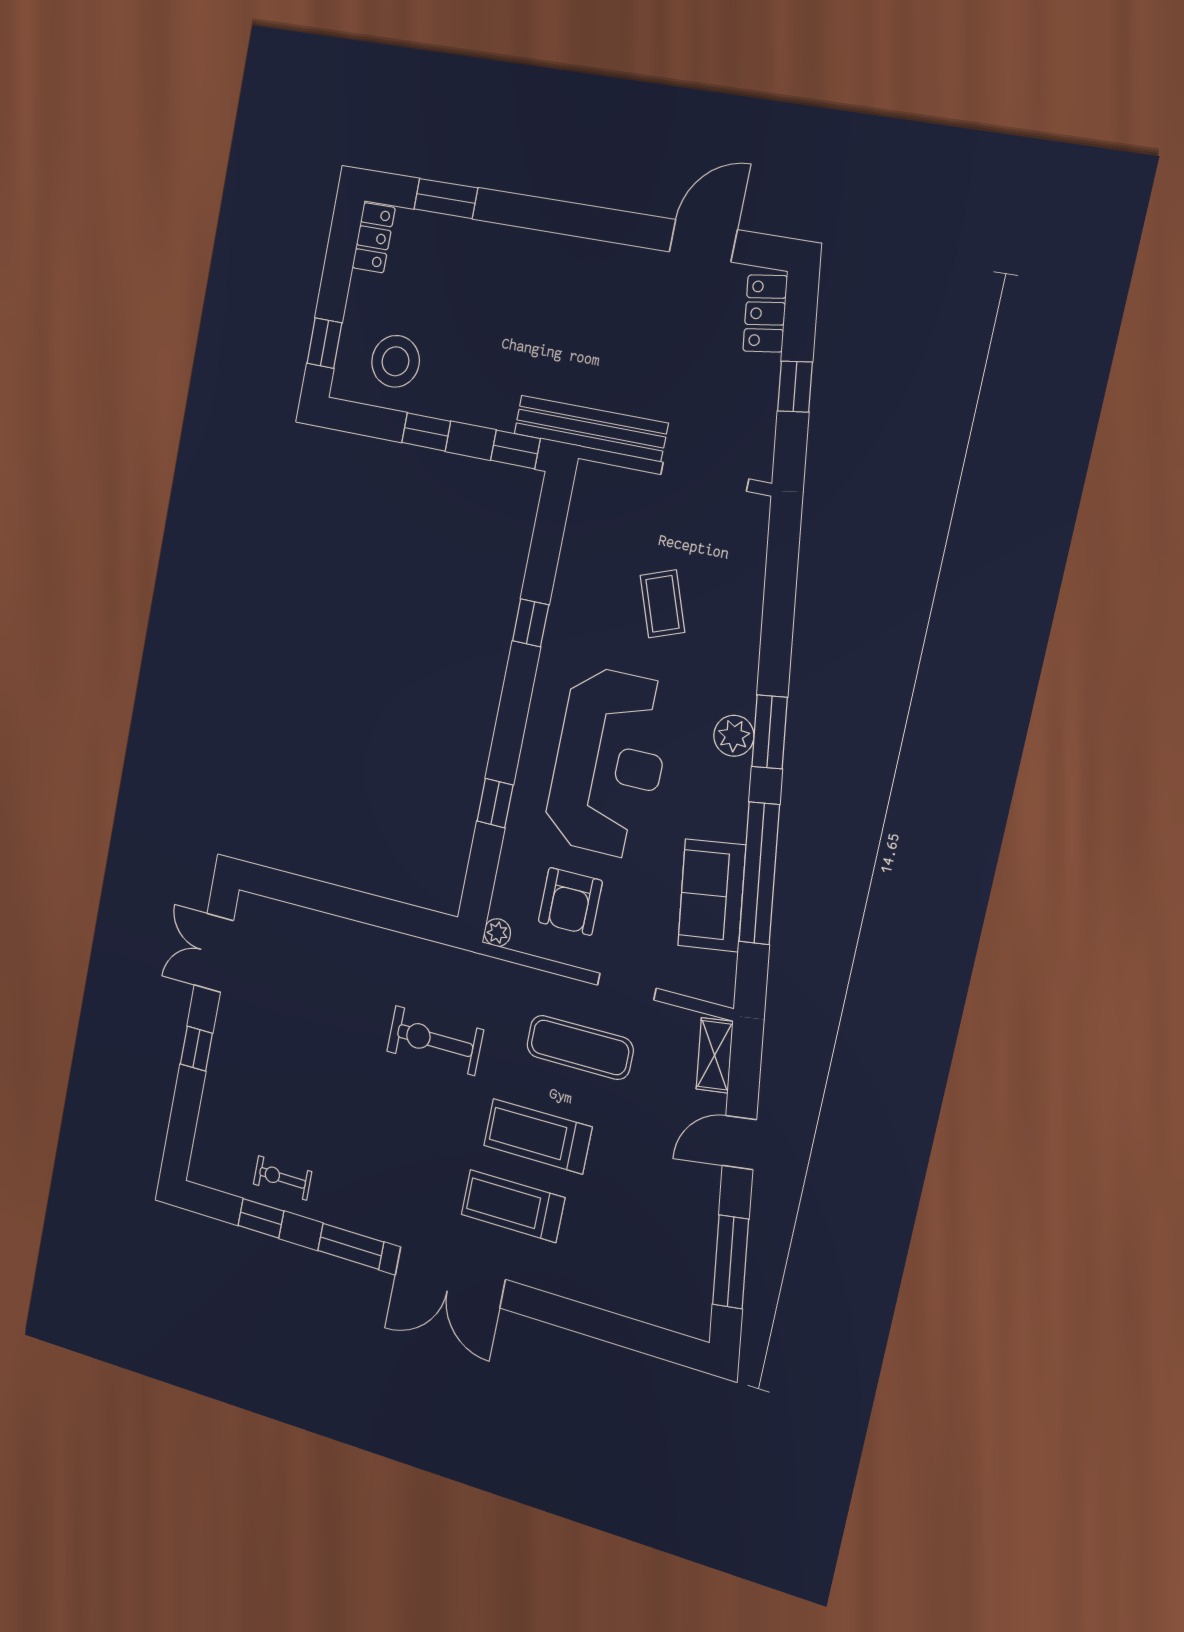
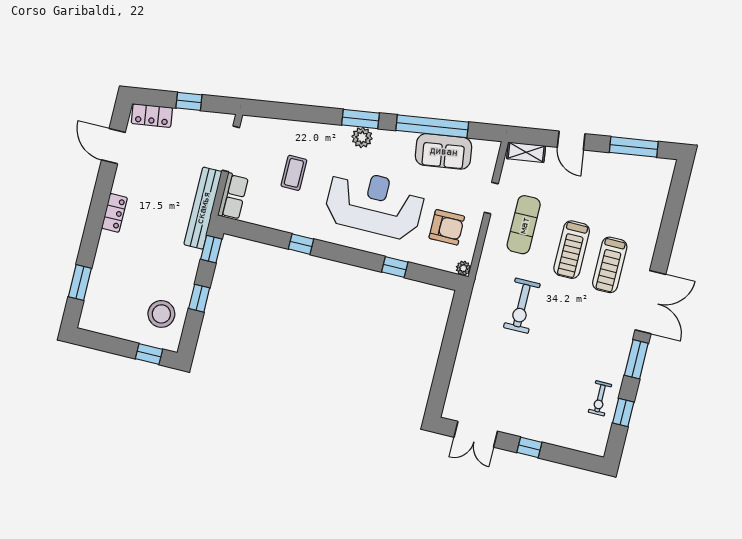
locker: (374, 238) -> (114, 213), moved, turned 90
row of seats: (614, 486) -> (233, 196), added
coffee table: (662, 604) -> (294, 173), turned -70

